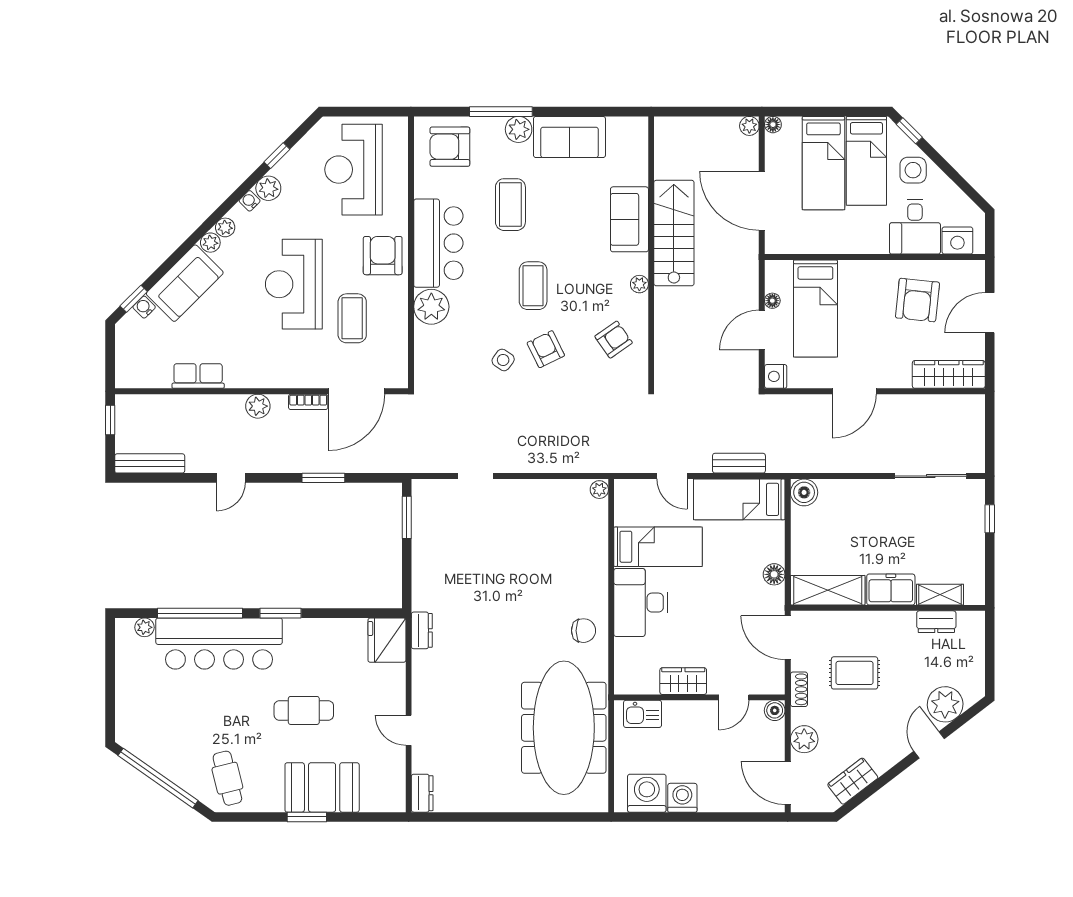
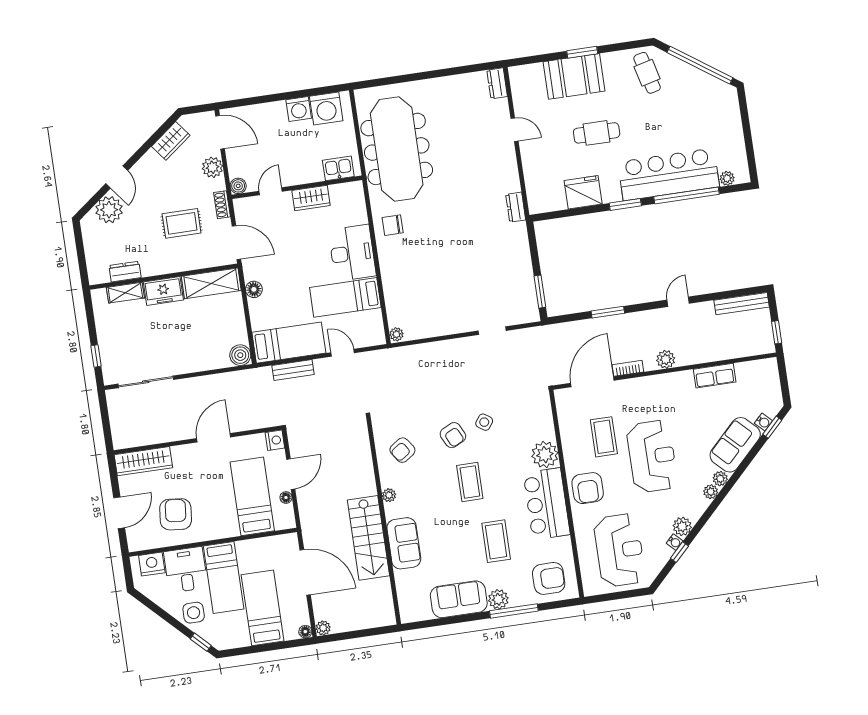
bed: (866, 161) -> (224, 577), moved, turned 180
water cooler: (250, 201) -> (675, 542), moved
fridge: (387, 640) -> (583, 192), moved, turned -90

